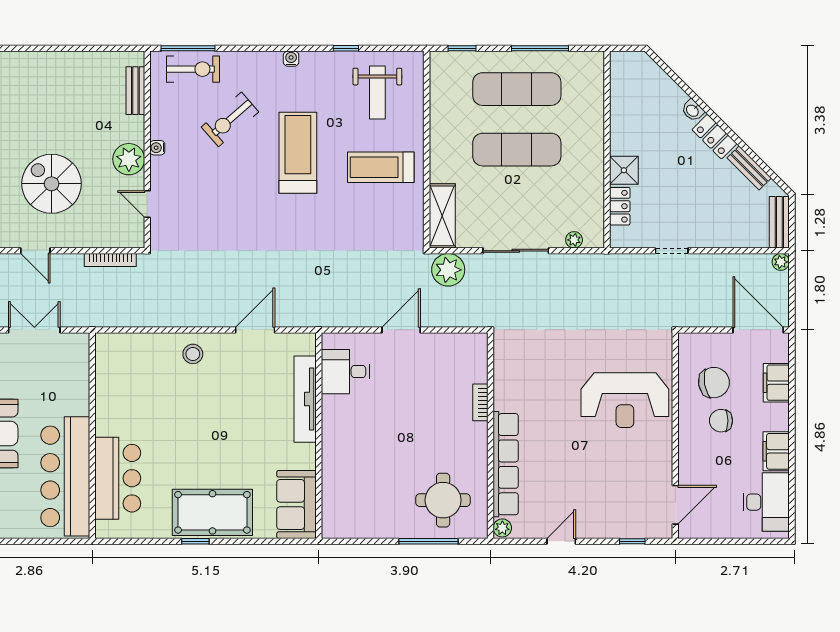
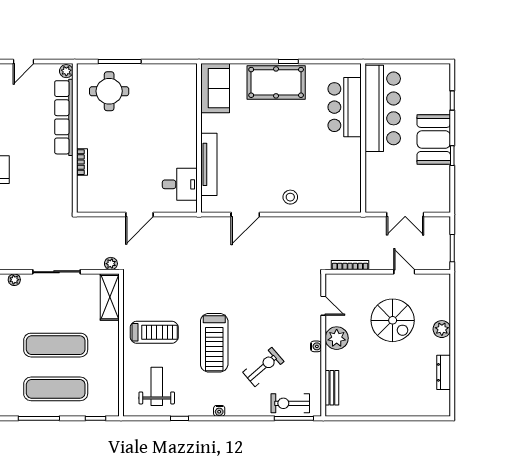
plant: (448, 270) -> (111, 264), width x0.53, depth x0.53

